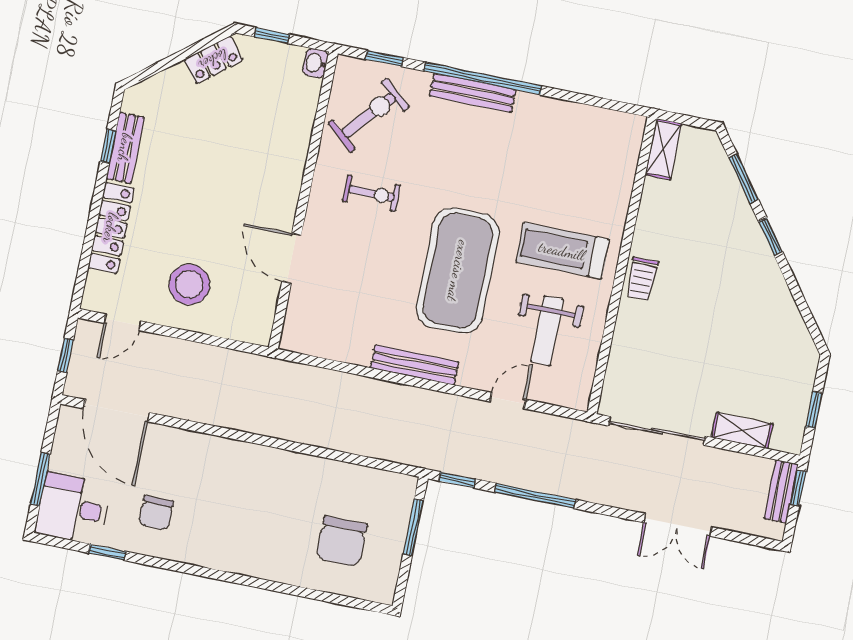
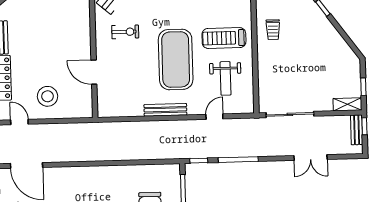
trolley: (642, 279) -> (273, 30), moved
door: (123, 322) -> (19, 122), swing flipped
shelving: (742, 431) -> (347, 104), moved

